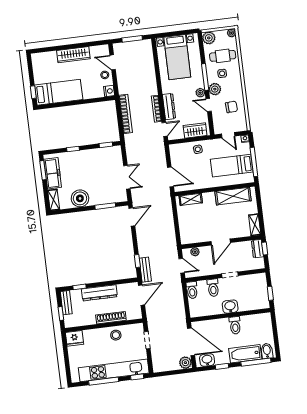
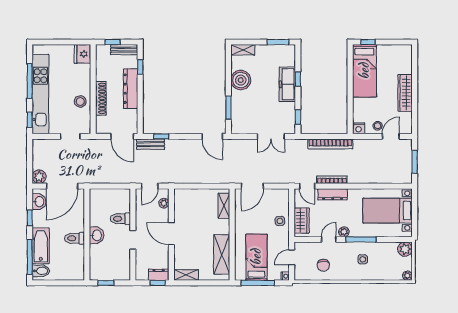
cafe table: (223, 56) -> (383, 262), removed
plant: (215, 89) -> (346, 249), removed
freezer: (53, 173) -> (287, 84), moved, turned 90
double door: (127, 177) -> (271, 136), moved
toilet: (192, 290) -> (121, 194), removed

